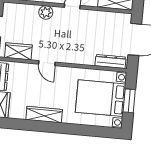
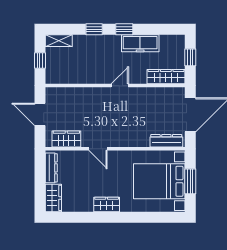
plant: (46, 12) -> (92, 95), removed
wardrobe: (44, 115) -> (107, 204), width x0.67

